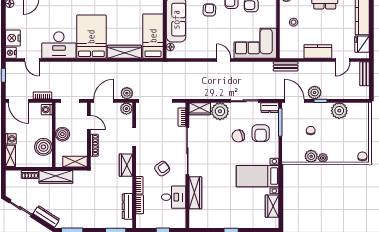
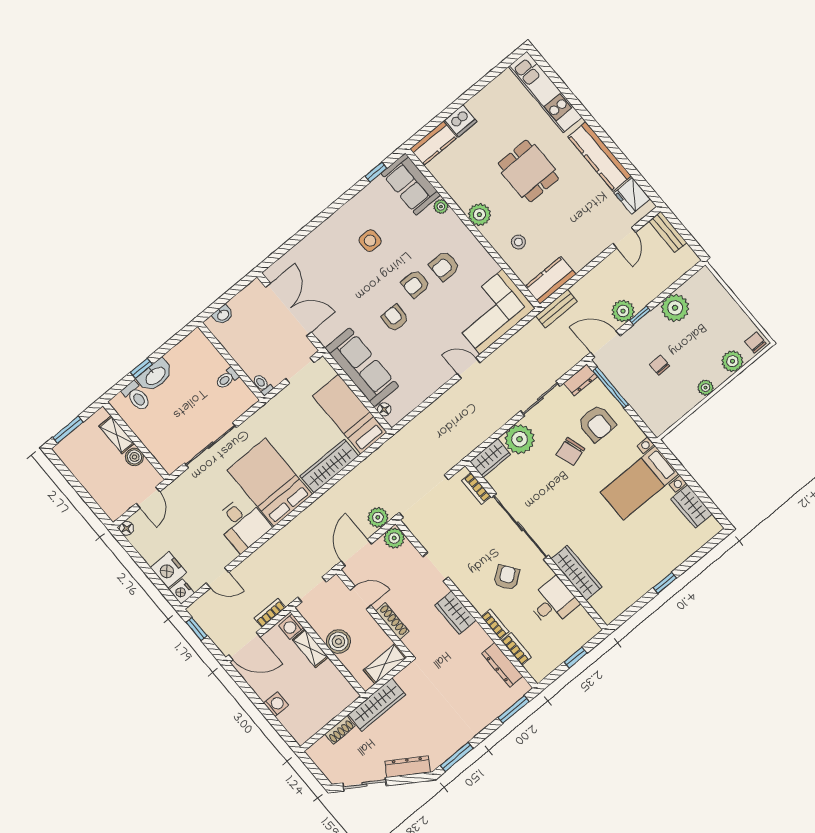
desk: (59, 45) -> (242, 524), width x0.73
kitchen counter: (318, 51) -> (550, 280), moved
boiler: (43, 147) -> (328, 679), removed
shelving: (10, 156) -> (310, 648), moved
plant: (311, 156) -> (732, 361), moved

